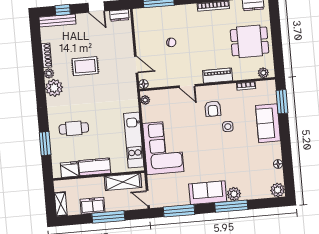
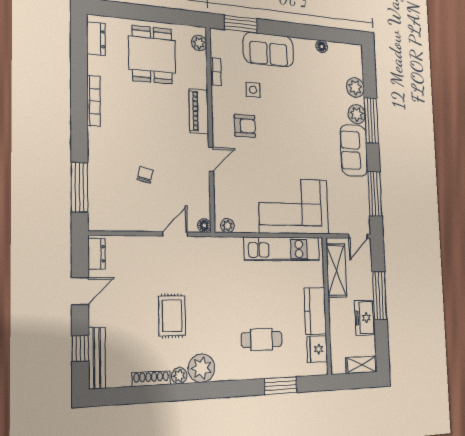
side table: (228, 127) -> (253, 90), moved
cafe table: (74, 128) -> (262, 339), turned 90
plant: (278, 190) -> (355, 87), moved

